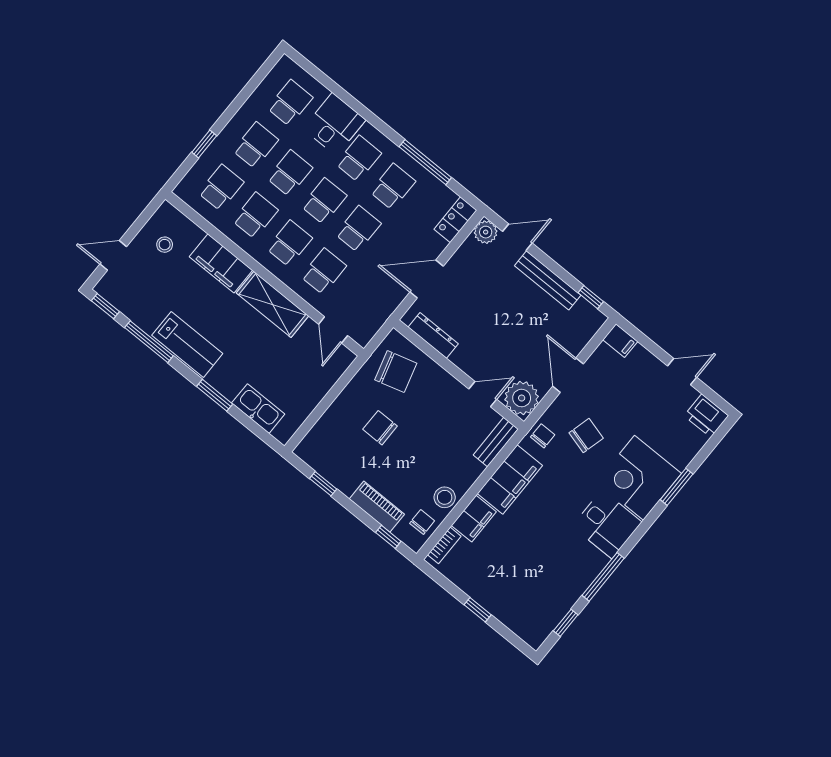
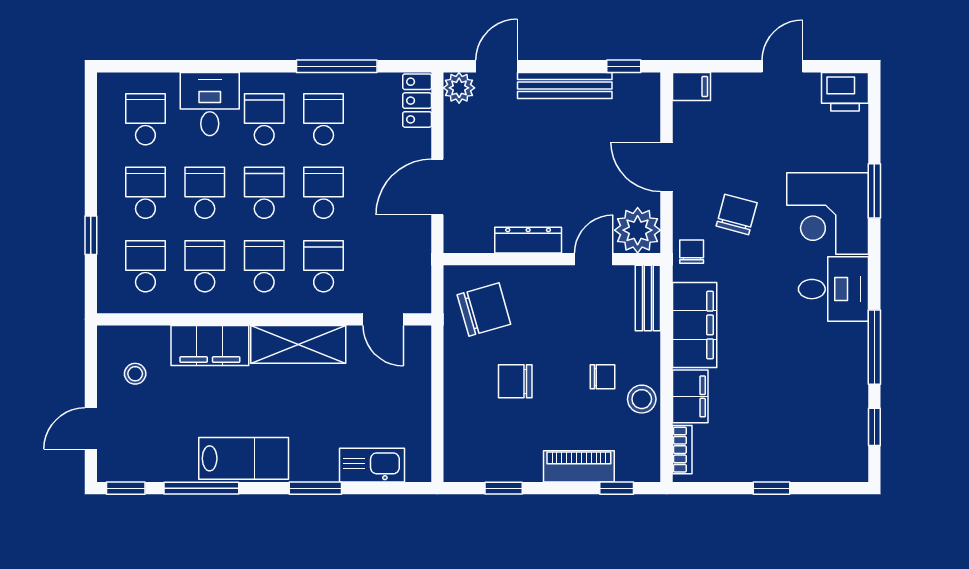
dresser: (433, 335) -> (528, 240), moved
chair: (422, 522) -> (603, 377), moved, turned 90

